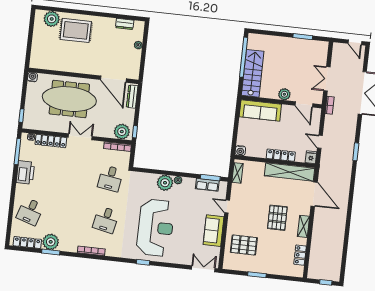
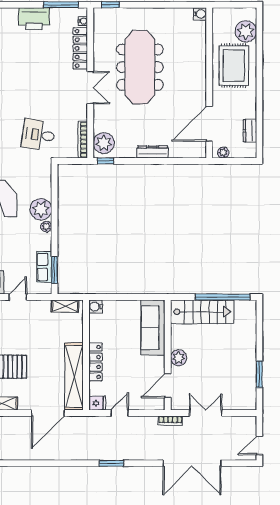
wall: (83, 76) -> (209, 83), moved
water cooler: (32, 77) -> (200, 14), moved
door: (113, 79) -> (209, 124), moved

